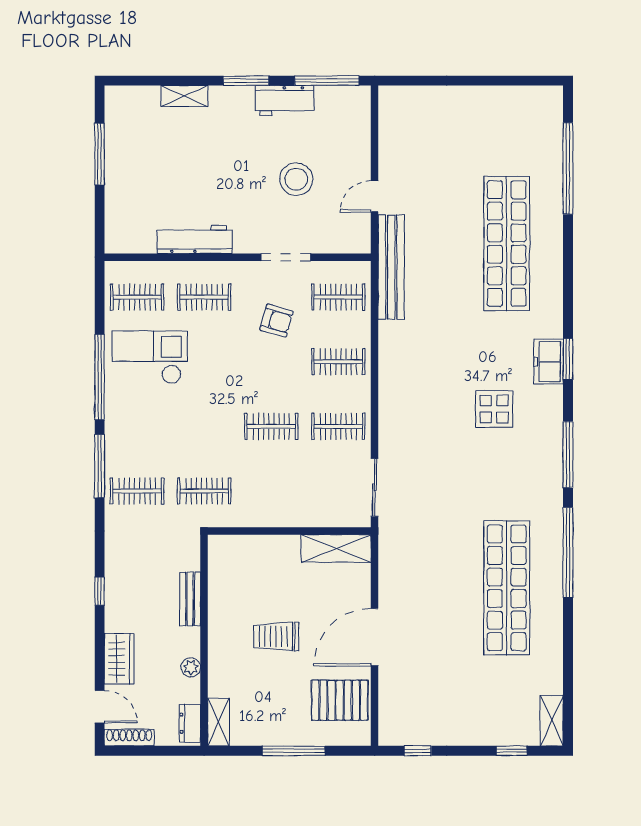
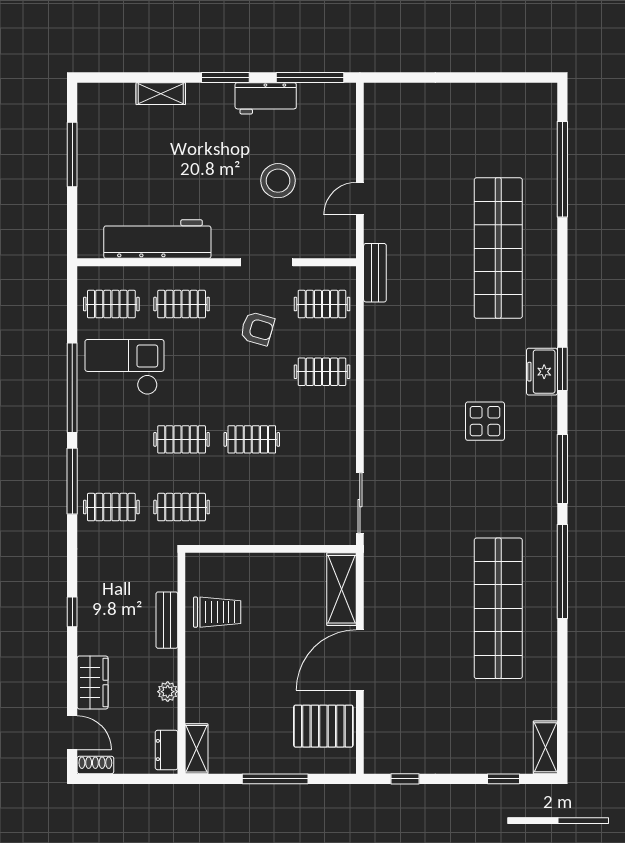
workbench: (195, 239) -> (157, 239), width x1.36, depth x1.32
bench: (391, 267) -> (375, 273), width x0.54, depth x0.82
clothes rail: (338, 426) -> (182, 439), moved
shelving: (336, 549) -> (342, 589), moved, turned 90
trolley: (276, 636) -> (217, 612), moved, turned 180
shoe rack: (129, 738) -> (95, 765), width x0.70

